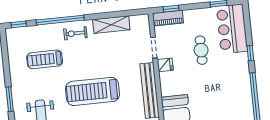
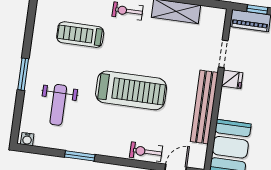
treadmill: (92, 91) -> (131, 90), turned 180

